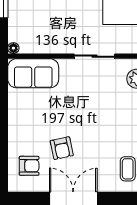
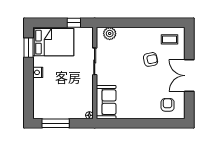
armchair: (62, 148) -> (151, 59), moved

